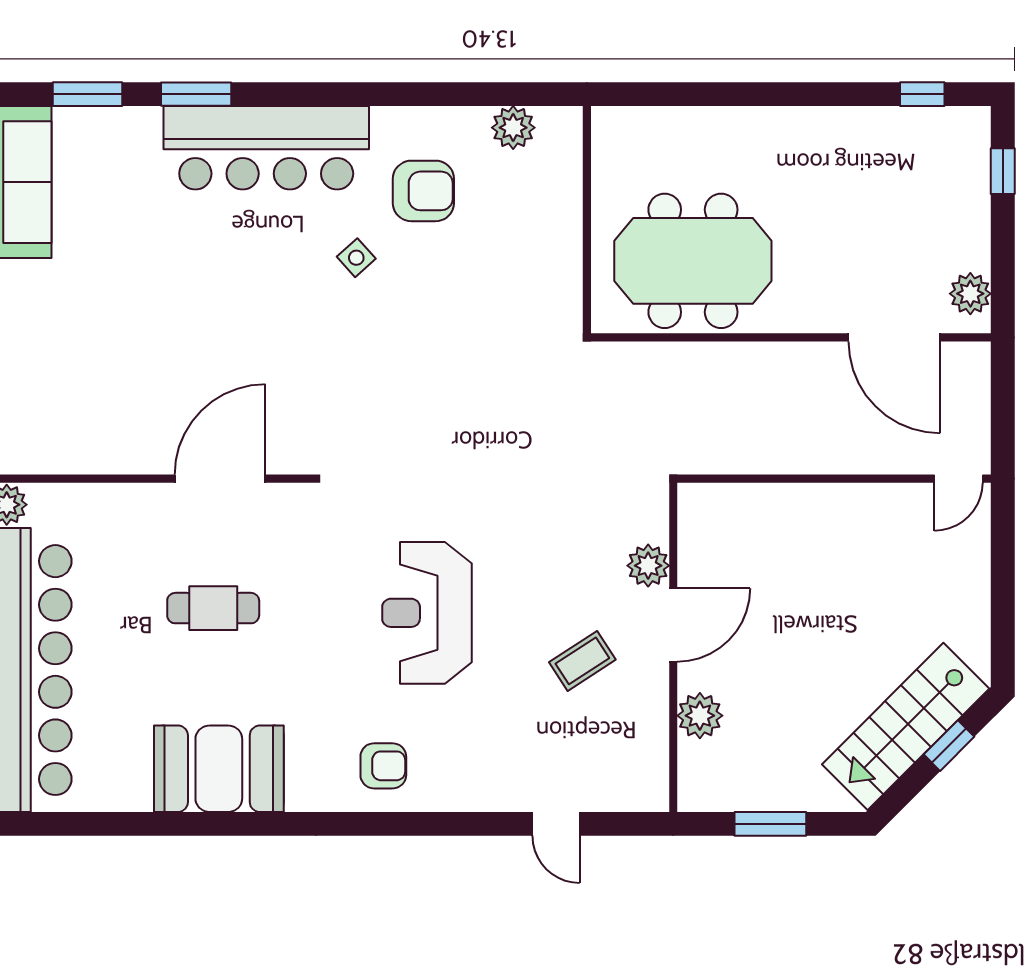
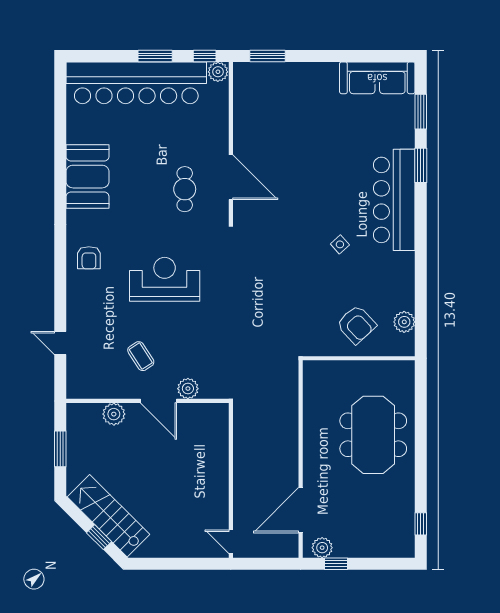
window: (1003, 171) -> (336, 564), moved
armchair: (423, 191) -> (356, 325), moved, turned -43
meeting table: (693, 261) -> (373, 435), moved
cafe table: (213, 608) -> (185, 189), moved
door: (556, 824) -> (60, 343), hinge flipped

